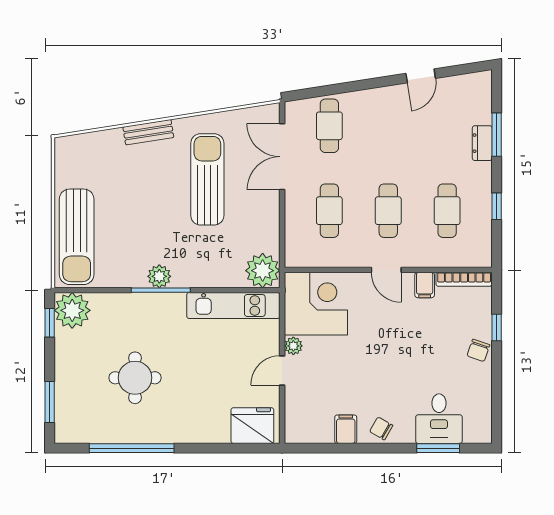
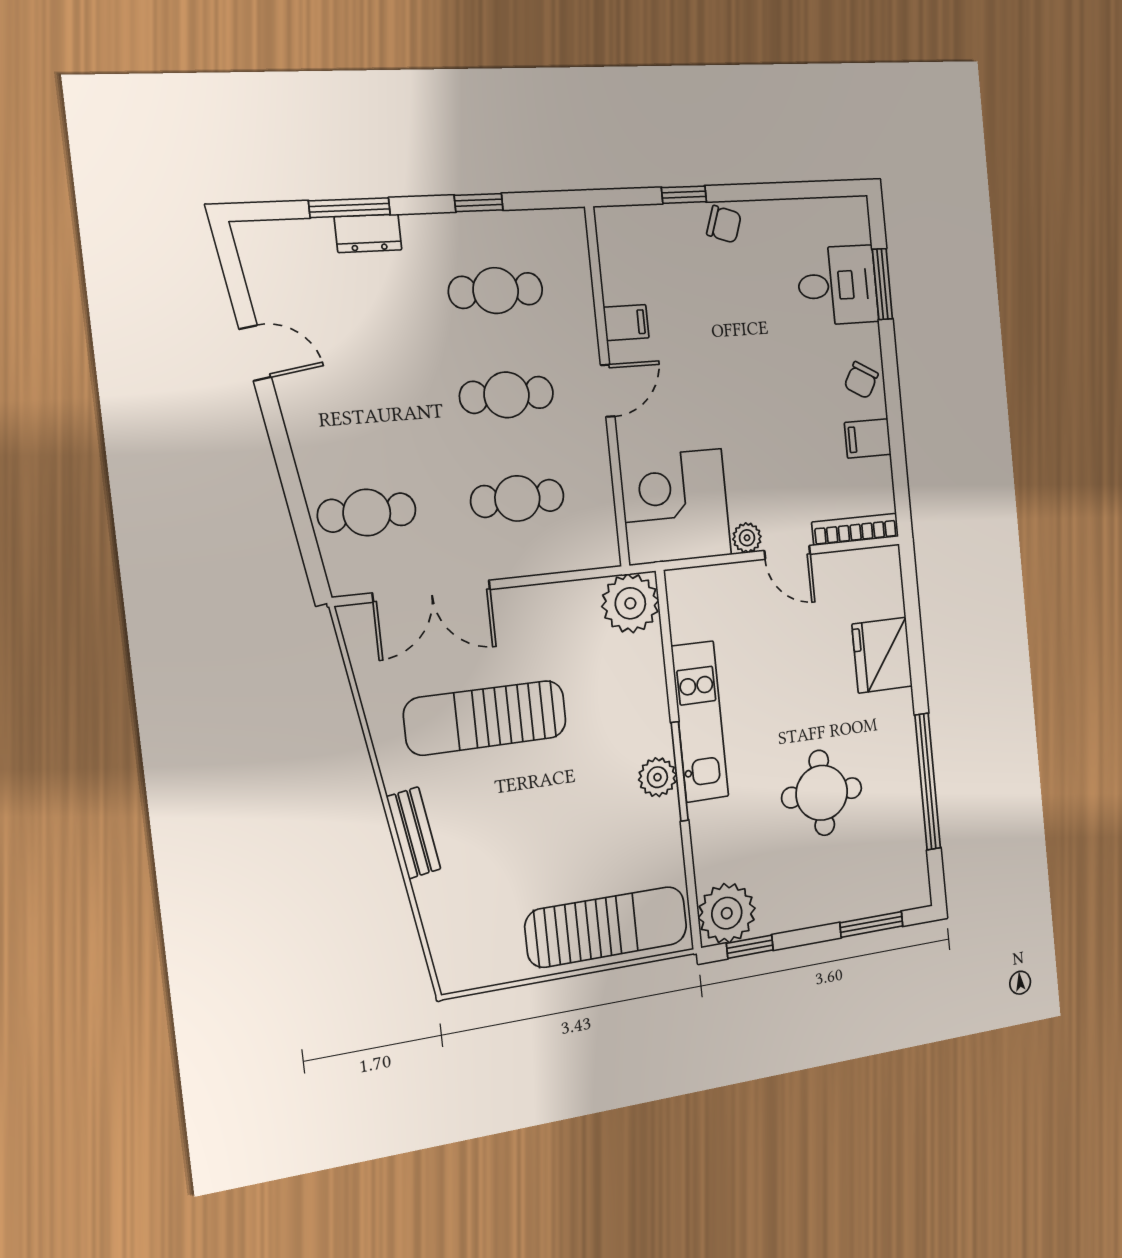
bookcase: (464, 279) -> (855, 529), moved, turned -90
kitchen unit: (233, 305) -> (700, 722), moved
fridge: (252, 426) -> (882, 655), moved

